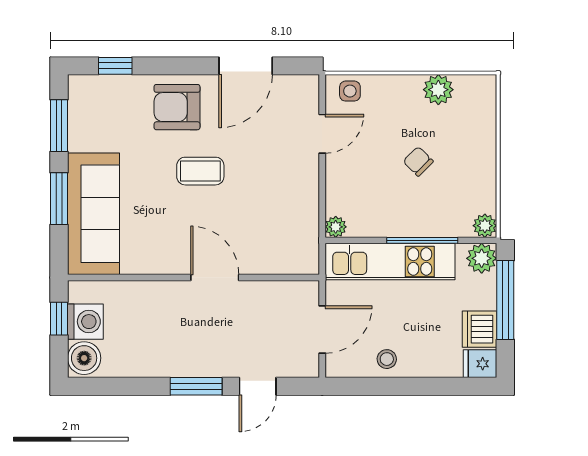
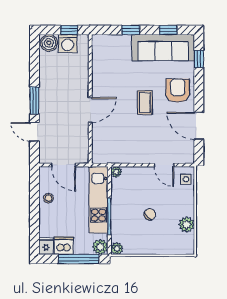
window: (59, 126) -> (168, 30), width x0.67
window: (59, 199) -> (131, 30), width x0.67
sofa: (93, 214) -> (163, 48), moved

